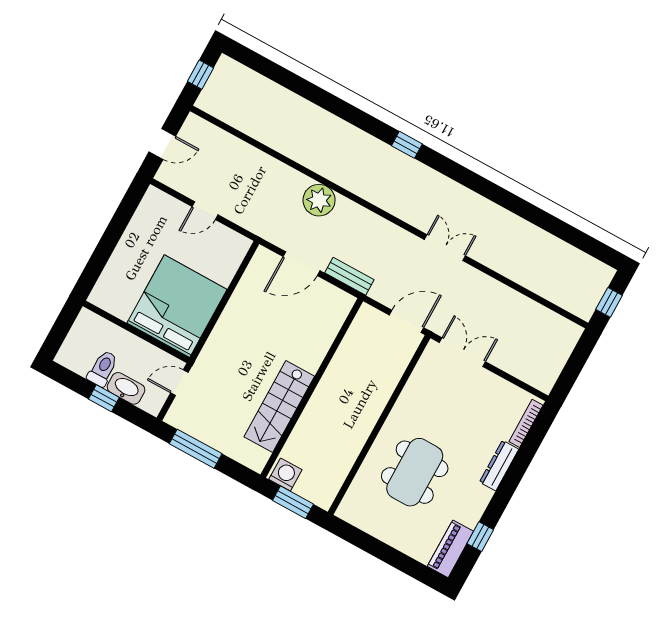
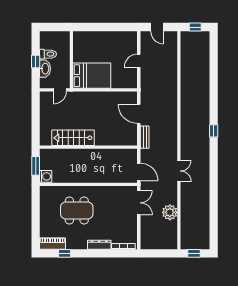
plant: (319, 200) -> (170, 212), moved
door: (205, 211) -> (139, 61), hinge flipped
bed: (177, 306) -> (92, 76), width x0.73
door: (179, 383) -> (60, 90), swing flipped
window: (196, 449) -> (36, 112), removed
washing machine: (285, 475) -> (46, 176), moved

